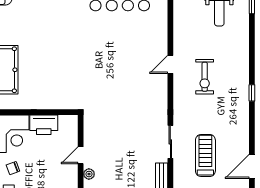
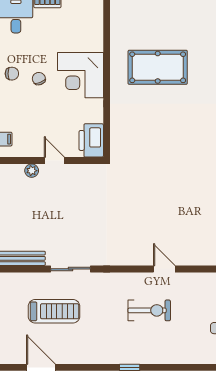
exercise bike: (205, 77) -> (149, 310), turned 180
printer: (44, 125) -> (91, 140), moved

